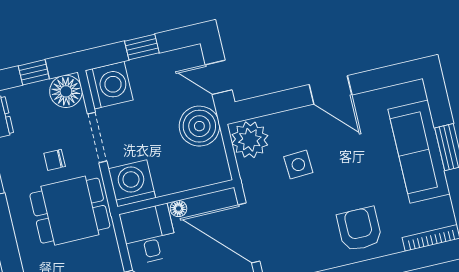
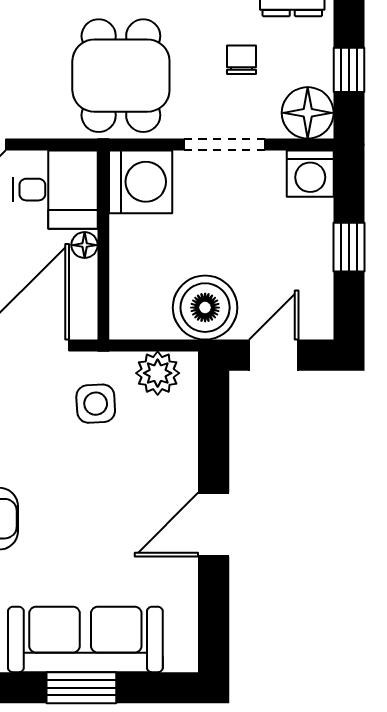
washing machine: (109, 85) -> (310, 174), width x0.73, depth x0.73
plant: (250, 140) -> (158, 373), width x0.73, depth x0.73
chair: (55, 160) -> (241, 60), moved
side table: (298, 165) -> (96, 404), moved

